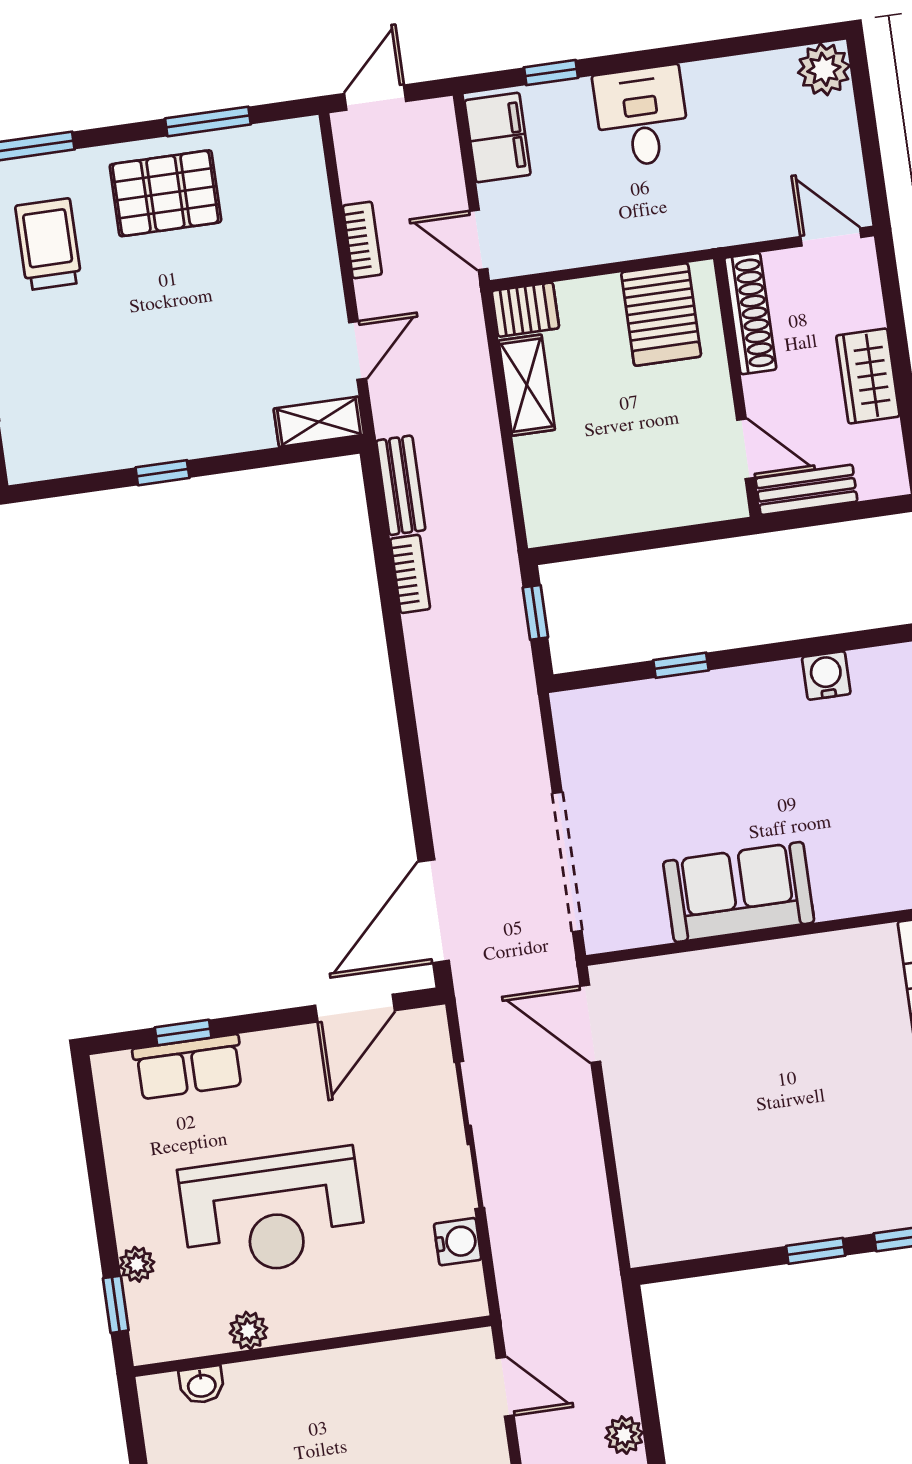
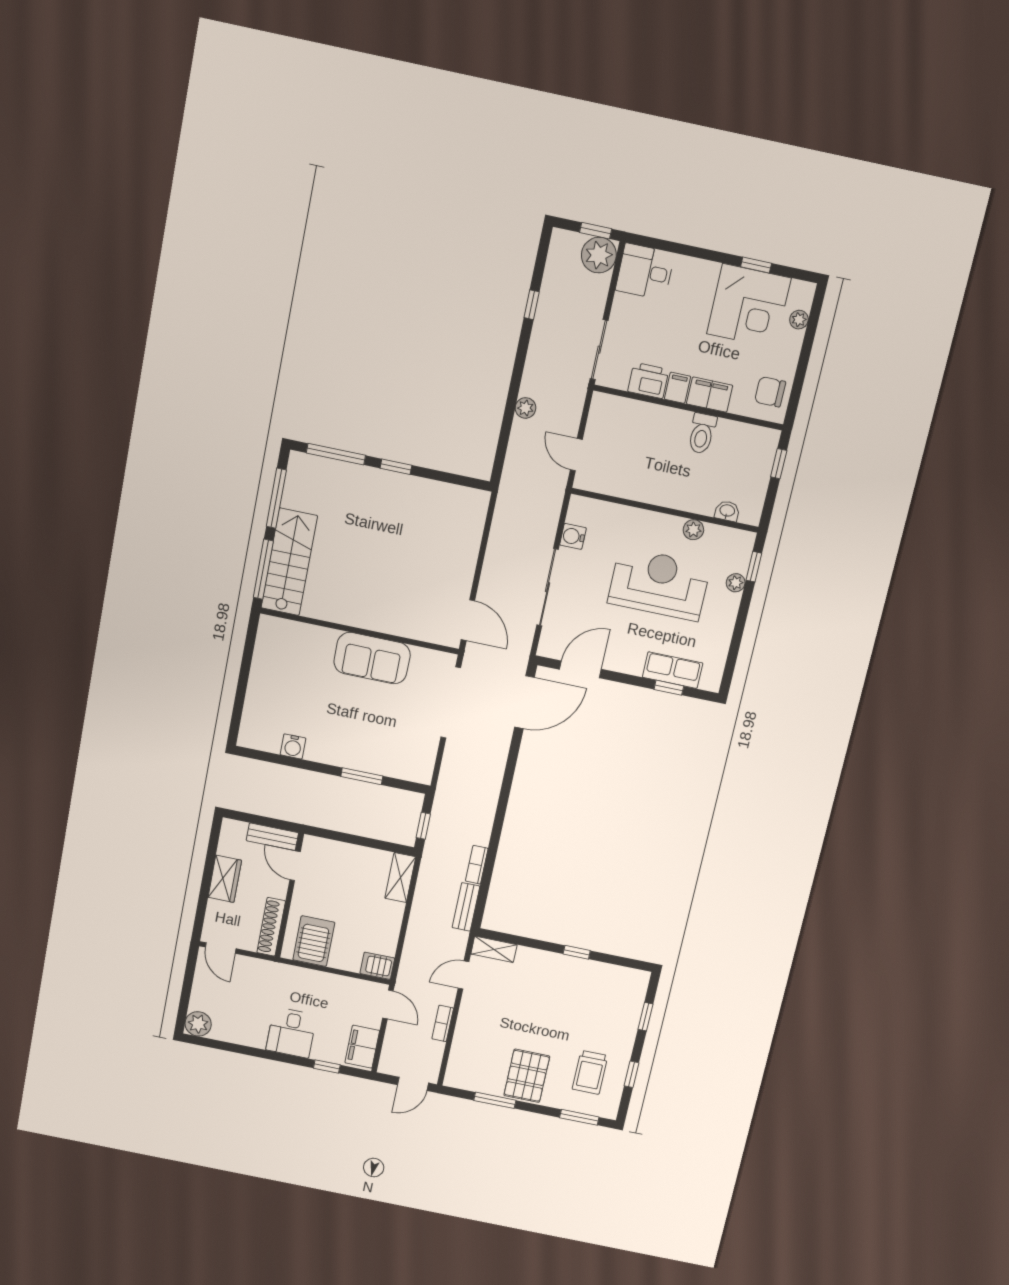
pallet: (165, 193) -> (527, 1076), turned 90
shelving: (527, 385) -> (400, 878), moved
window: (681, 665) -> (362, 776), width x1.50

